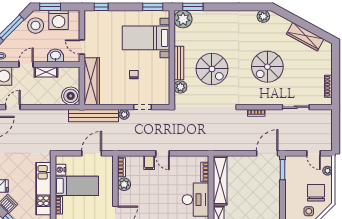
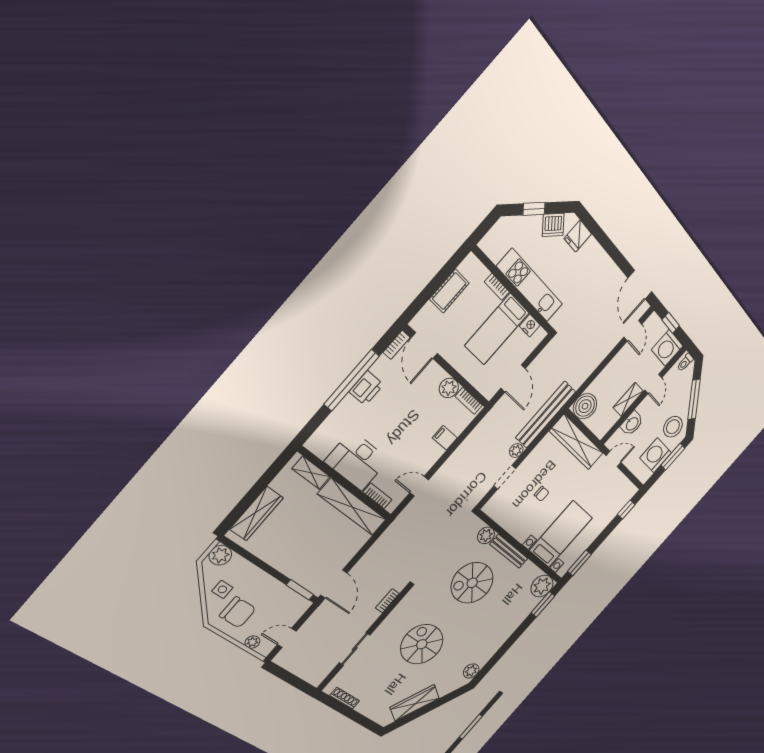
door: (163, 153) -> (419, 486), moved

